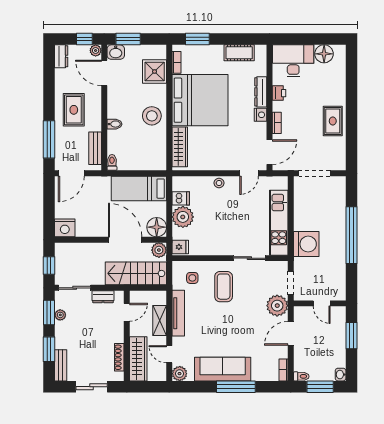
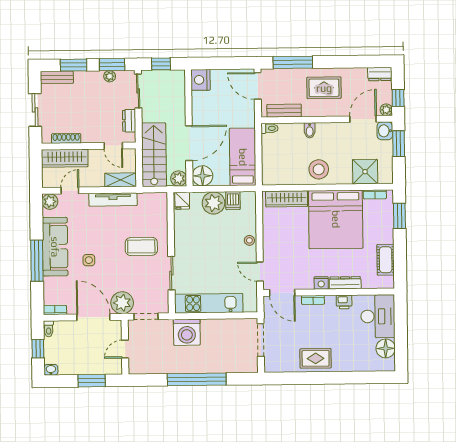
side table: (192, 278) -> (89, 260), moved
shelving: (160, 321) -> (121, 180), moved
door: (291, 333) -> (93, 317), width x1.36
window: (320, 387) -> (38, 349), width x0.67

